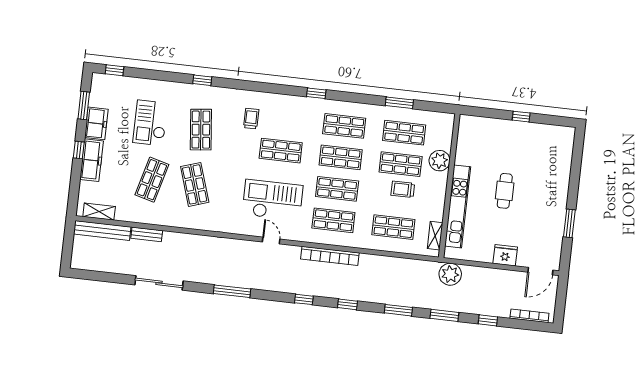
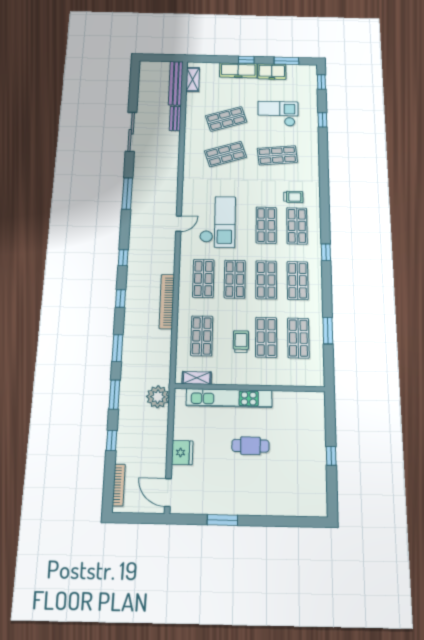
window: (202, 80) -> (322, 120), moved
shop shelf: (284, 119) -> (297, 226), added
plant: (440, 161) -> (274, 375), removed
shop shelf: (152, 180) -> (226, 119), turned -33
bookcase: (330, 256) -> (167, 301), moved

